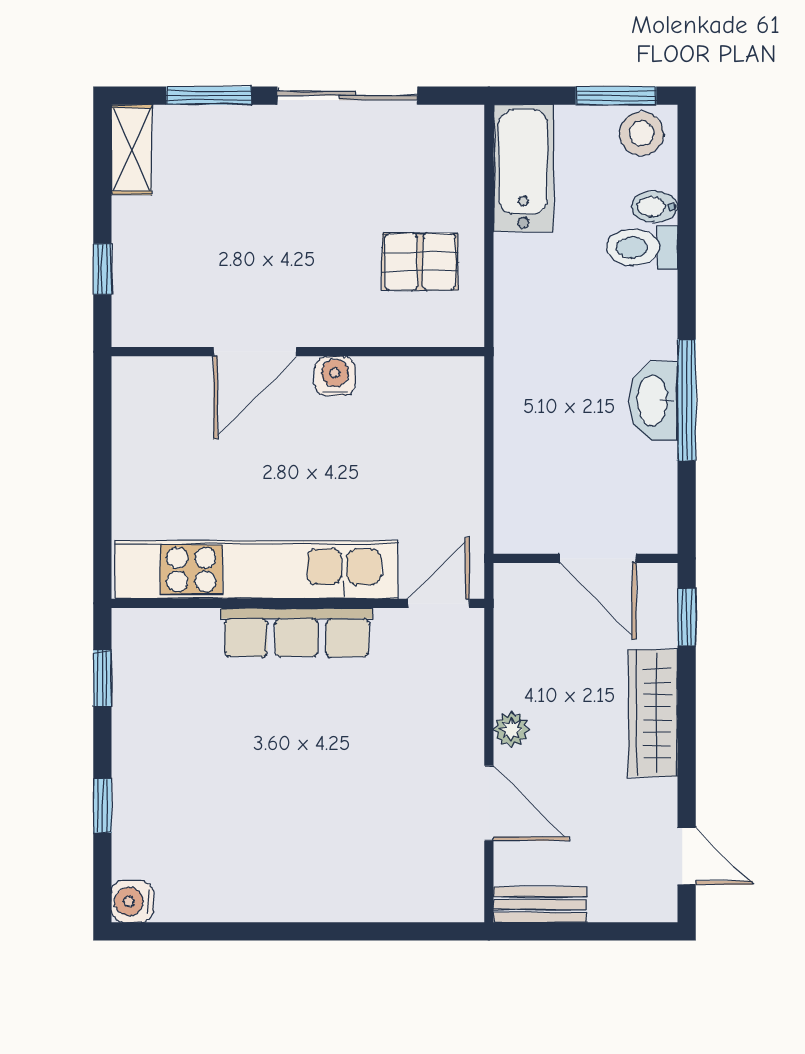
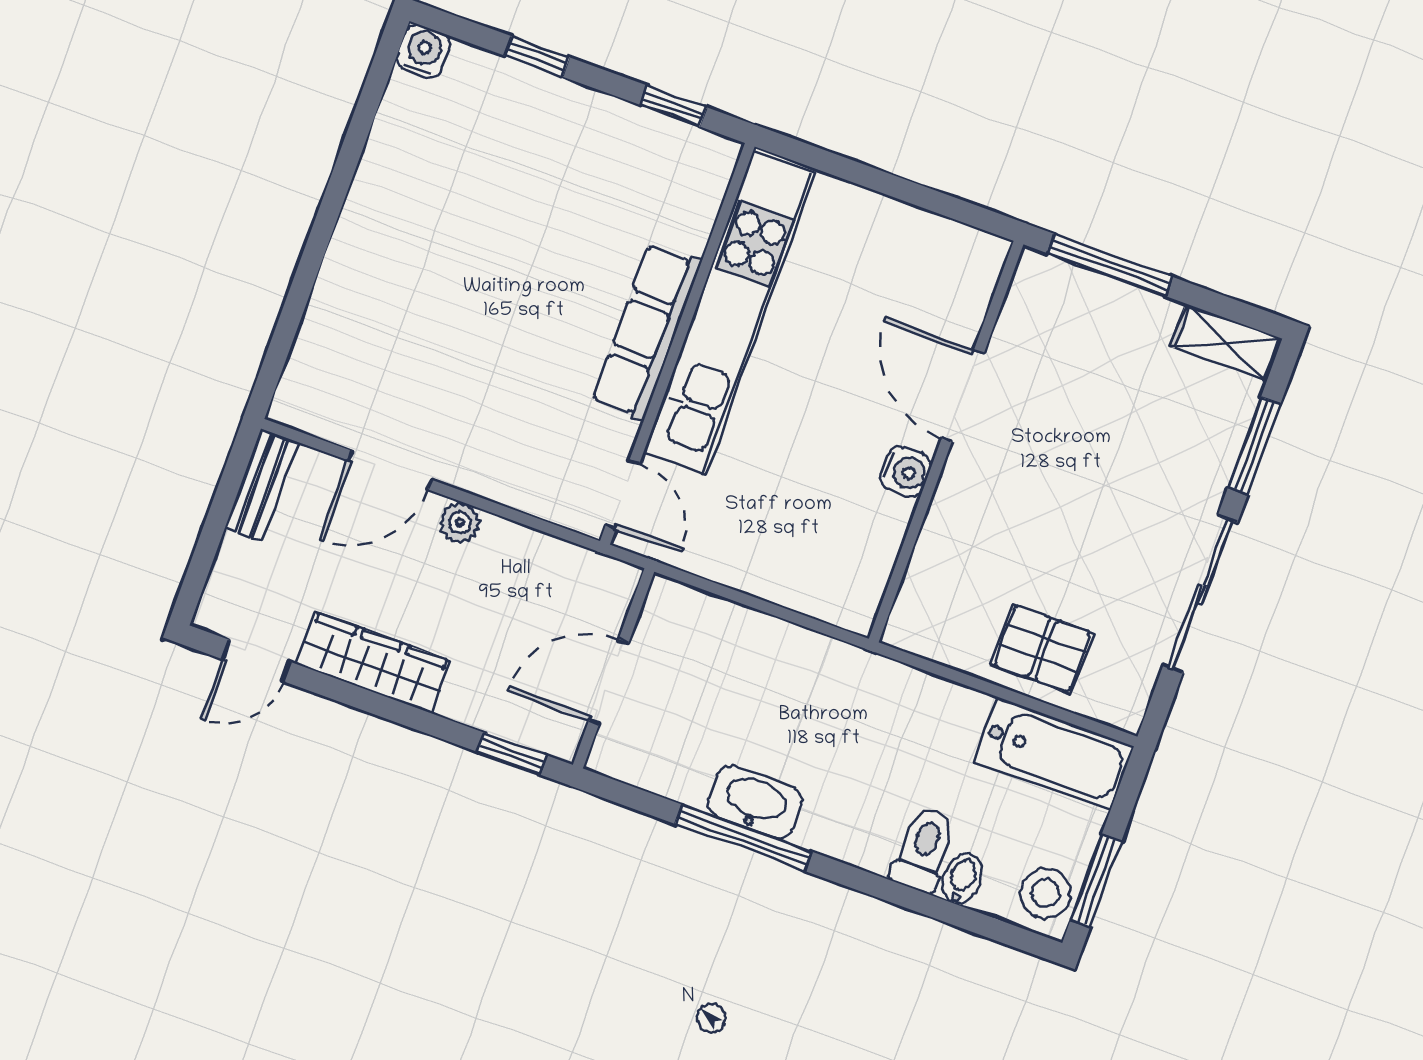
pallet: (420, 262) -> (1042, 649), moved, turned 90
window: (102, 269) -> (1110, 265), width x2.17
wardrobe: (653, 713) -> (373, 663), moved

